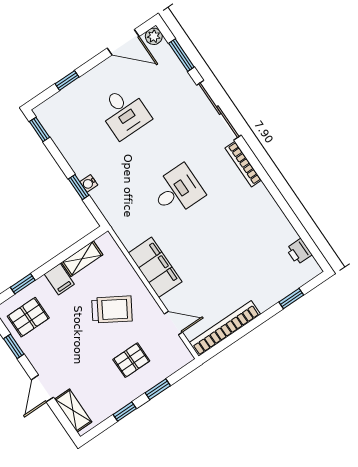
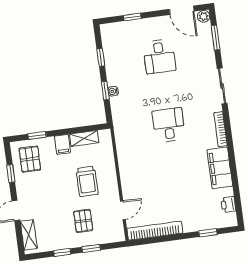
sliding door: (219, 110) -> (222, 86), width x0.73
window: (39, 129) -> (101, 57), moved
desk: (177, 191) -> (169, 125), turned -90
filing cabinet: (155, 267) -> (220, 168), moved, turned 180
trolley: (112, 309) -> (87, 181), turned 59
pallet: (28, 317) -> (30, 159), turned 90
door: (173, 323) -> (123, 210), hinge flipped
pallet: (131, 360) -> (83, 221), turned 90

